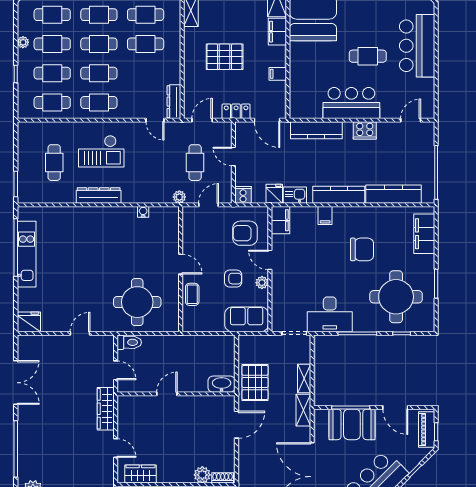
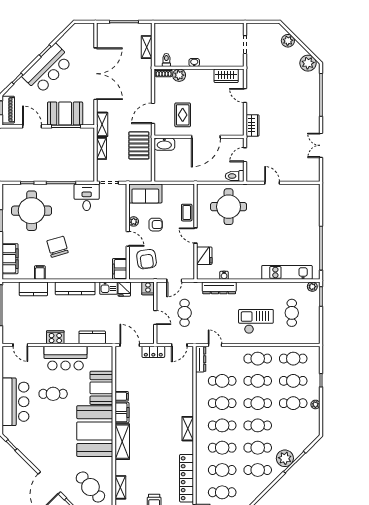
cafe table: (52, 15) -> (222, 381), moved
pallet: (225, 57) -> (162, 393), removed
booth: (304, 64) -> (101, 388), added
filing cabinet: (278, 74) -> (122, 396), moved
door: (411, 120) -> (20, 345), hinge flipped
kitchen counter: (316, 130) -> (92, 337), width x0.67
kitchen counter: (394, 194) -> (33, 289), width x0.67
dresser: (99, 195) -> (219, 288), moved
plant: (179, 197) -> (312, 287), moved
filing cabinet: (325, 216) -> (40, 273), moved
armchair: (245, 233) -> (147, 259), turned 82
chair: (362, 249) -> (57, 247), turned 74
kitchen unit: (27, 254) -> (287, 272), moved, turned 90
armchair: (233, 279) -> (156, 225), turned 180
desk: (330, 314) -> (87, 197), width x0.73
fridge: (29, 322) -> (204, 256), moved, turned -90
door: (80, 333) -> (272, 183), swing flipped
door: (116, 370) -> (245, 155), hinge flipped
double door: (16, 383) -> (321, 145), width x0.73
door: (167, 394) -> (206, 137), width x1.87
wardrobe: (106, 409) -> (253, 125), width x0.67
rug: (198, 423) -> (183, 115), added

